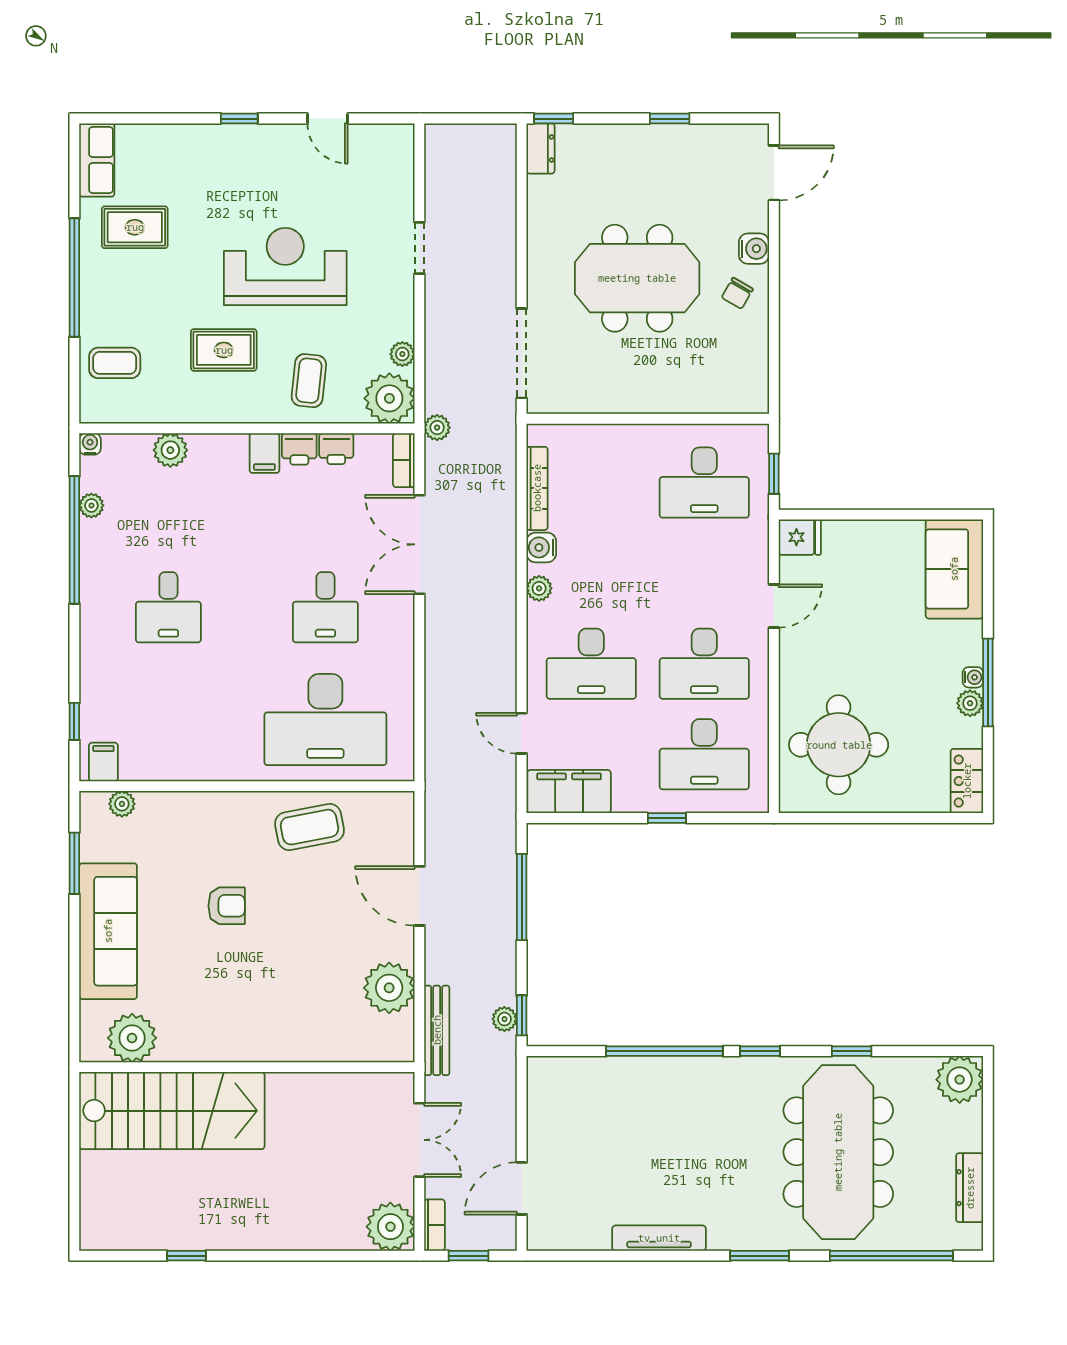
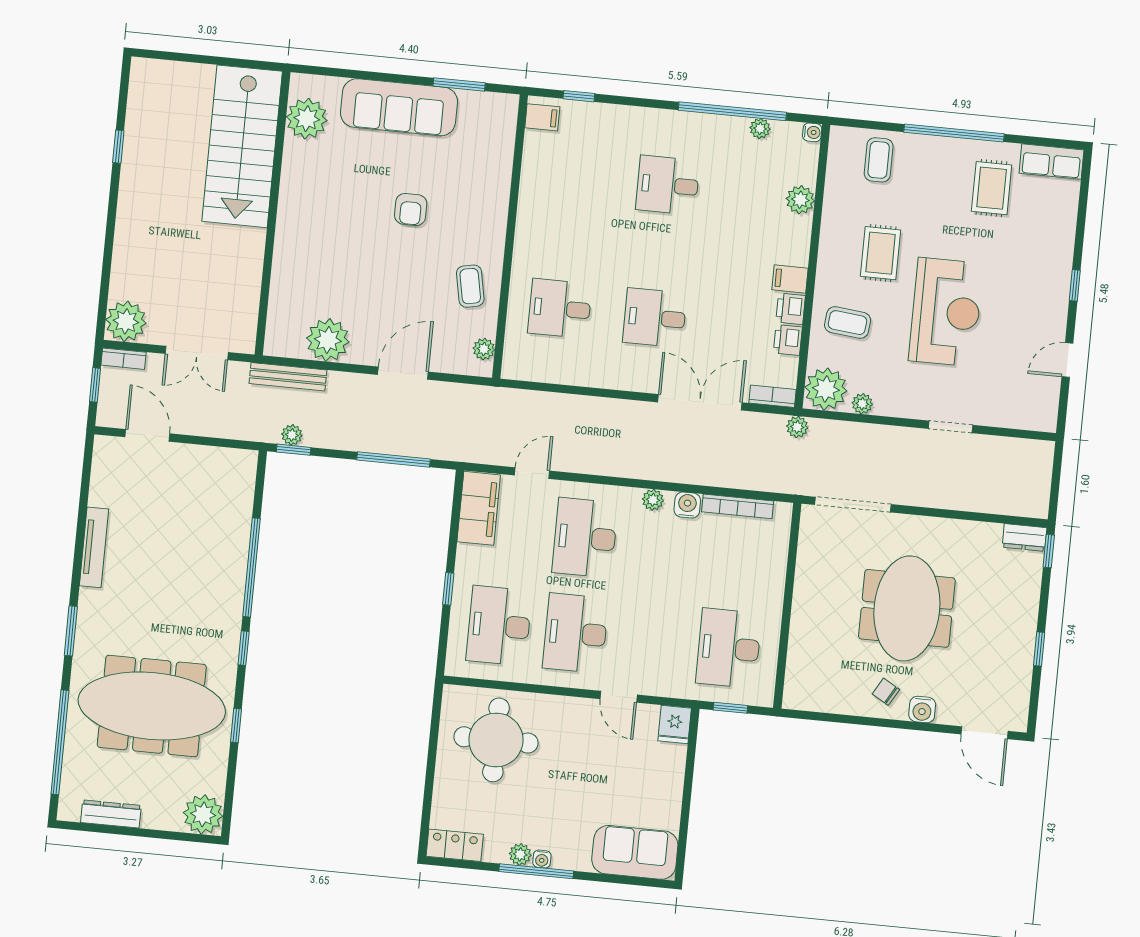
desk: (325, 720) -> (560, 308), width x0.53, depth x0.77
plant: (122, 804) -> (484, 349), moved
coffee table: (309, 827) -> (470, 286), width x0.73, depth x0.77

